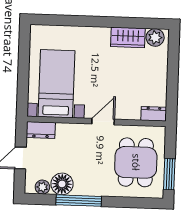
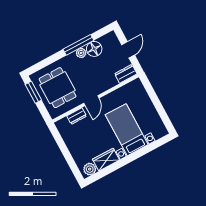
bed with nightstands: (56, 84) -> (127, 130), moved, turned 180
dresser: (154, 114) -> (77, 116), moved
plant: (42, 187) -> (81, 53), moved

